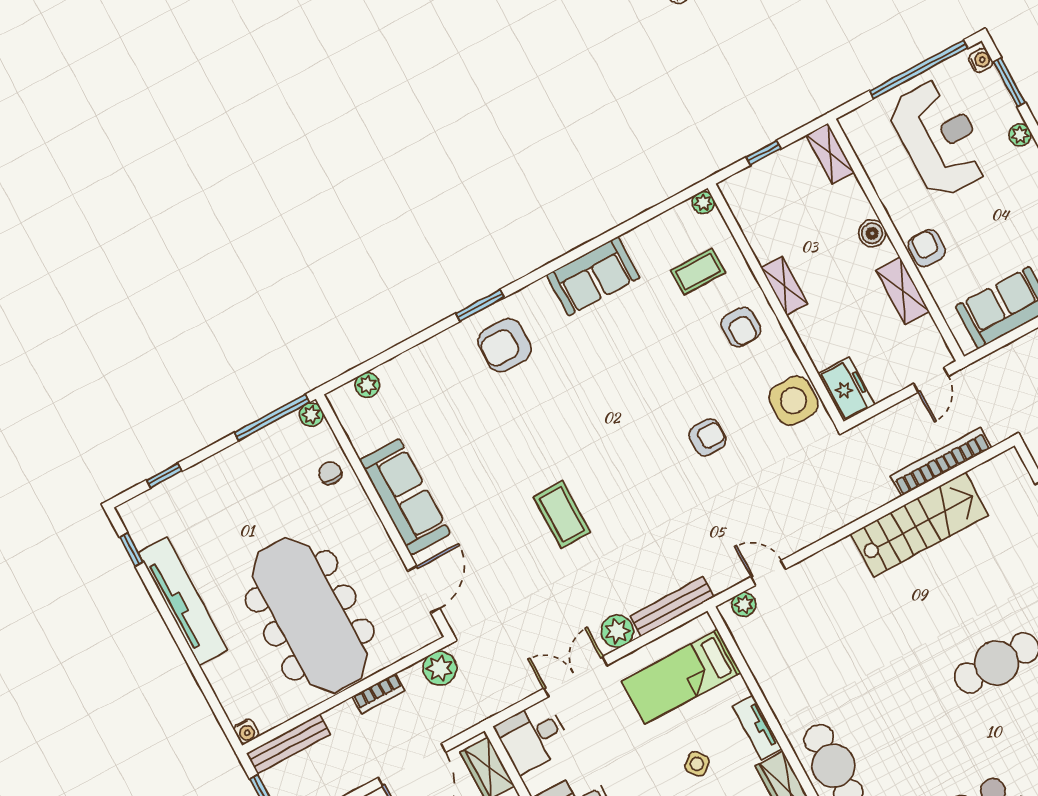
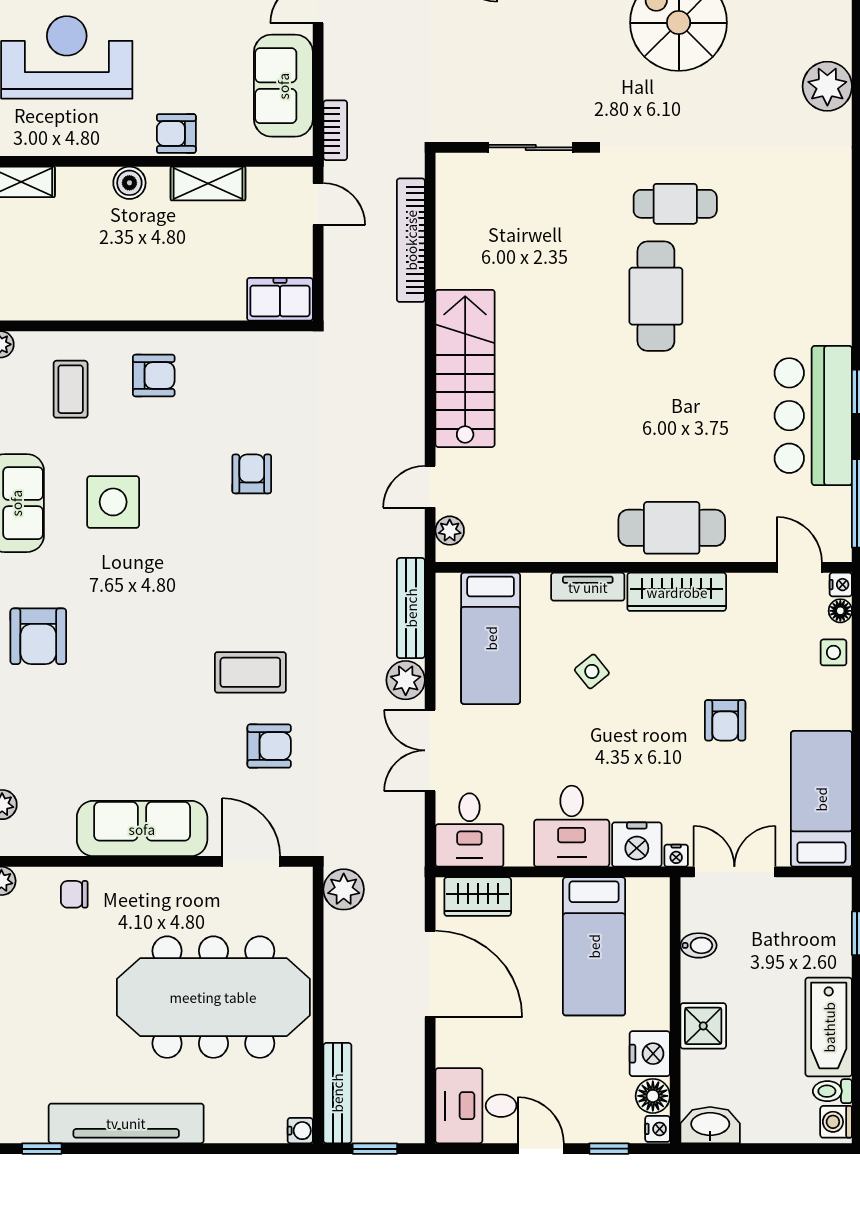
shelving: (784, 286) -> (135, 306), removed
side table: (793, 401) -> (113, 502), moved
stairs: (919, 524) -> (465, 368), moved
armchair: (515, 557) -> (269, 746), added
bookcase: (379, 693) -> (335, 130), moved

